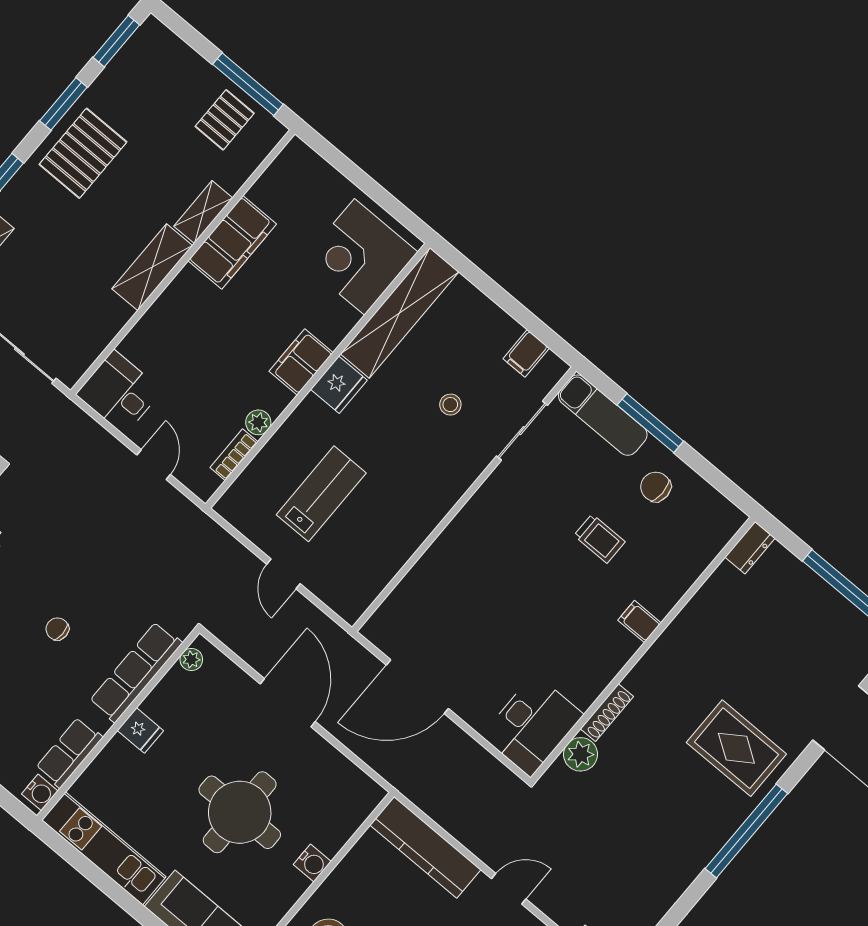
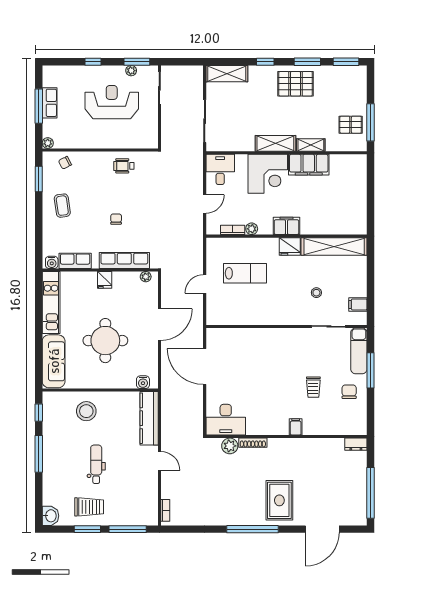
corner desk: (360, 257) -> (268, 174), moved, turned 180
water cooler: (312, 863) -> (143, 382), moved

